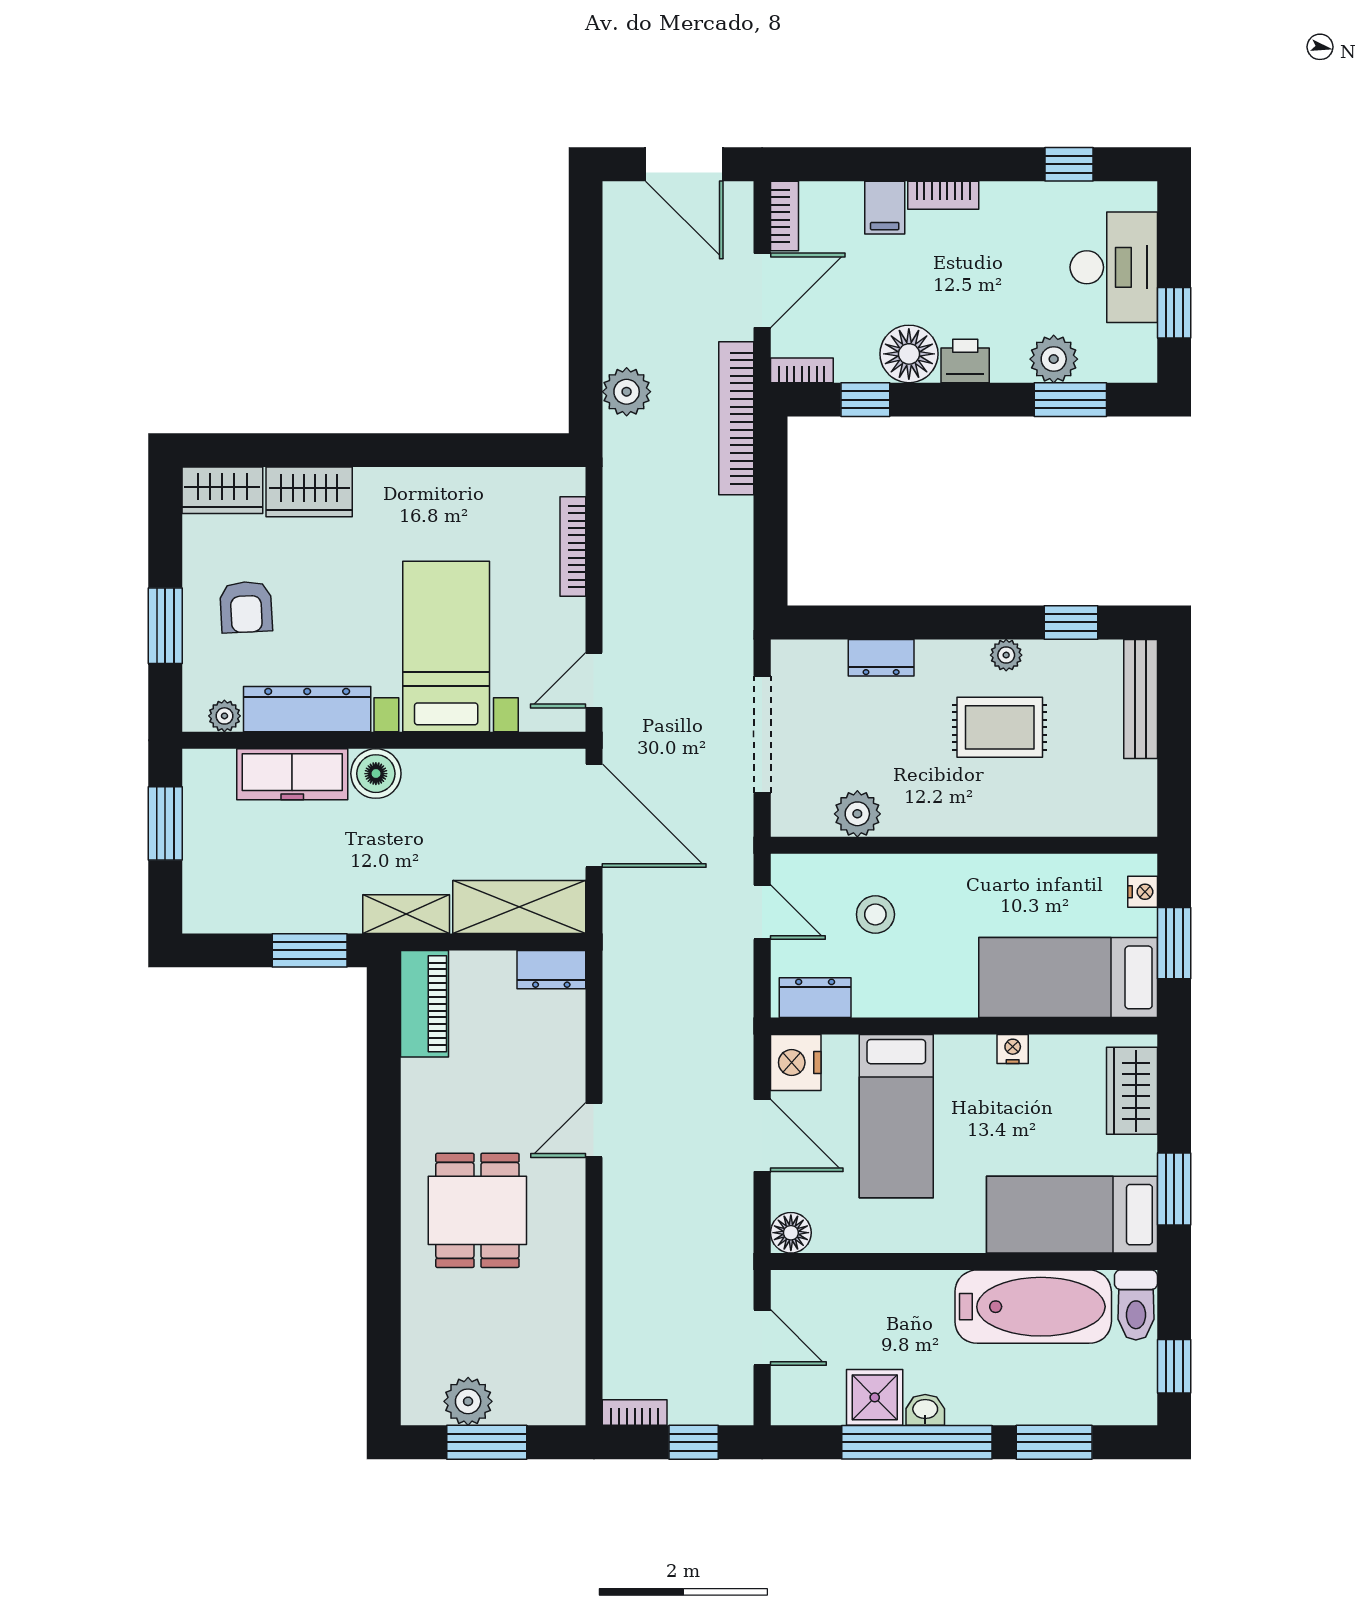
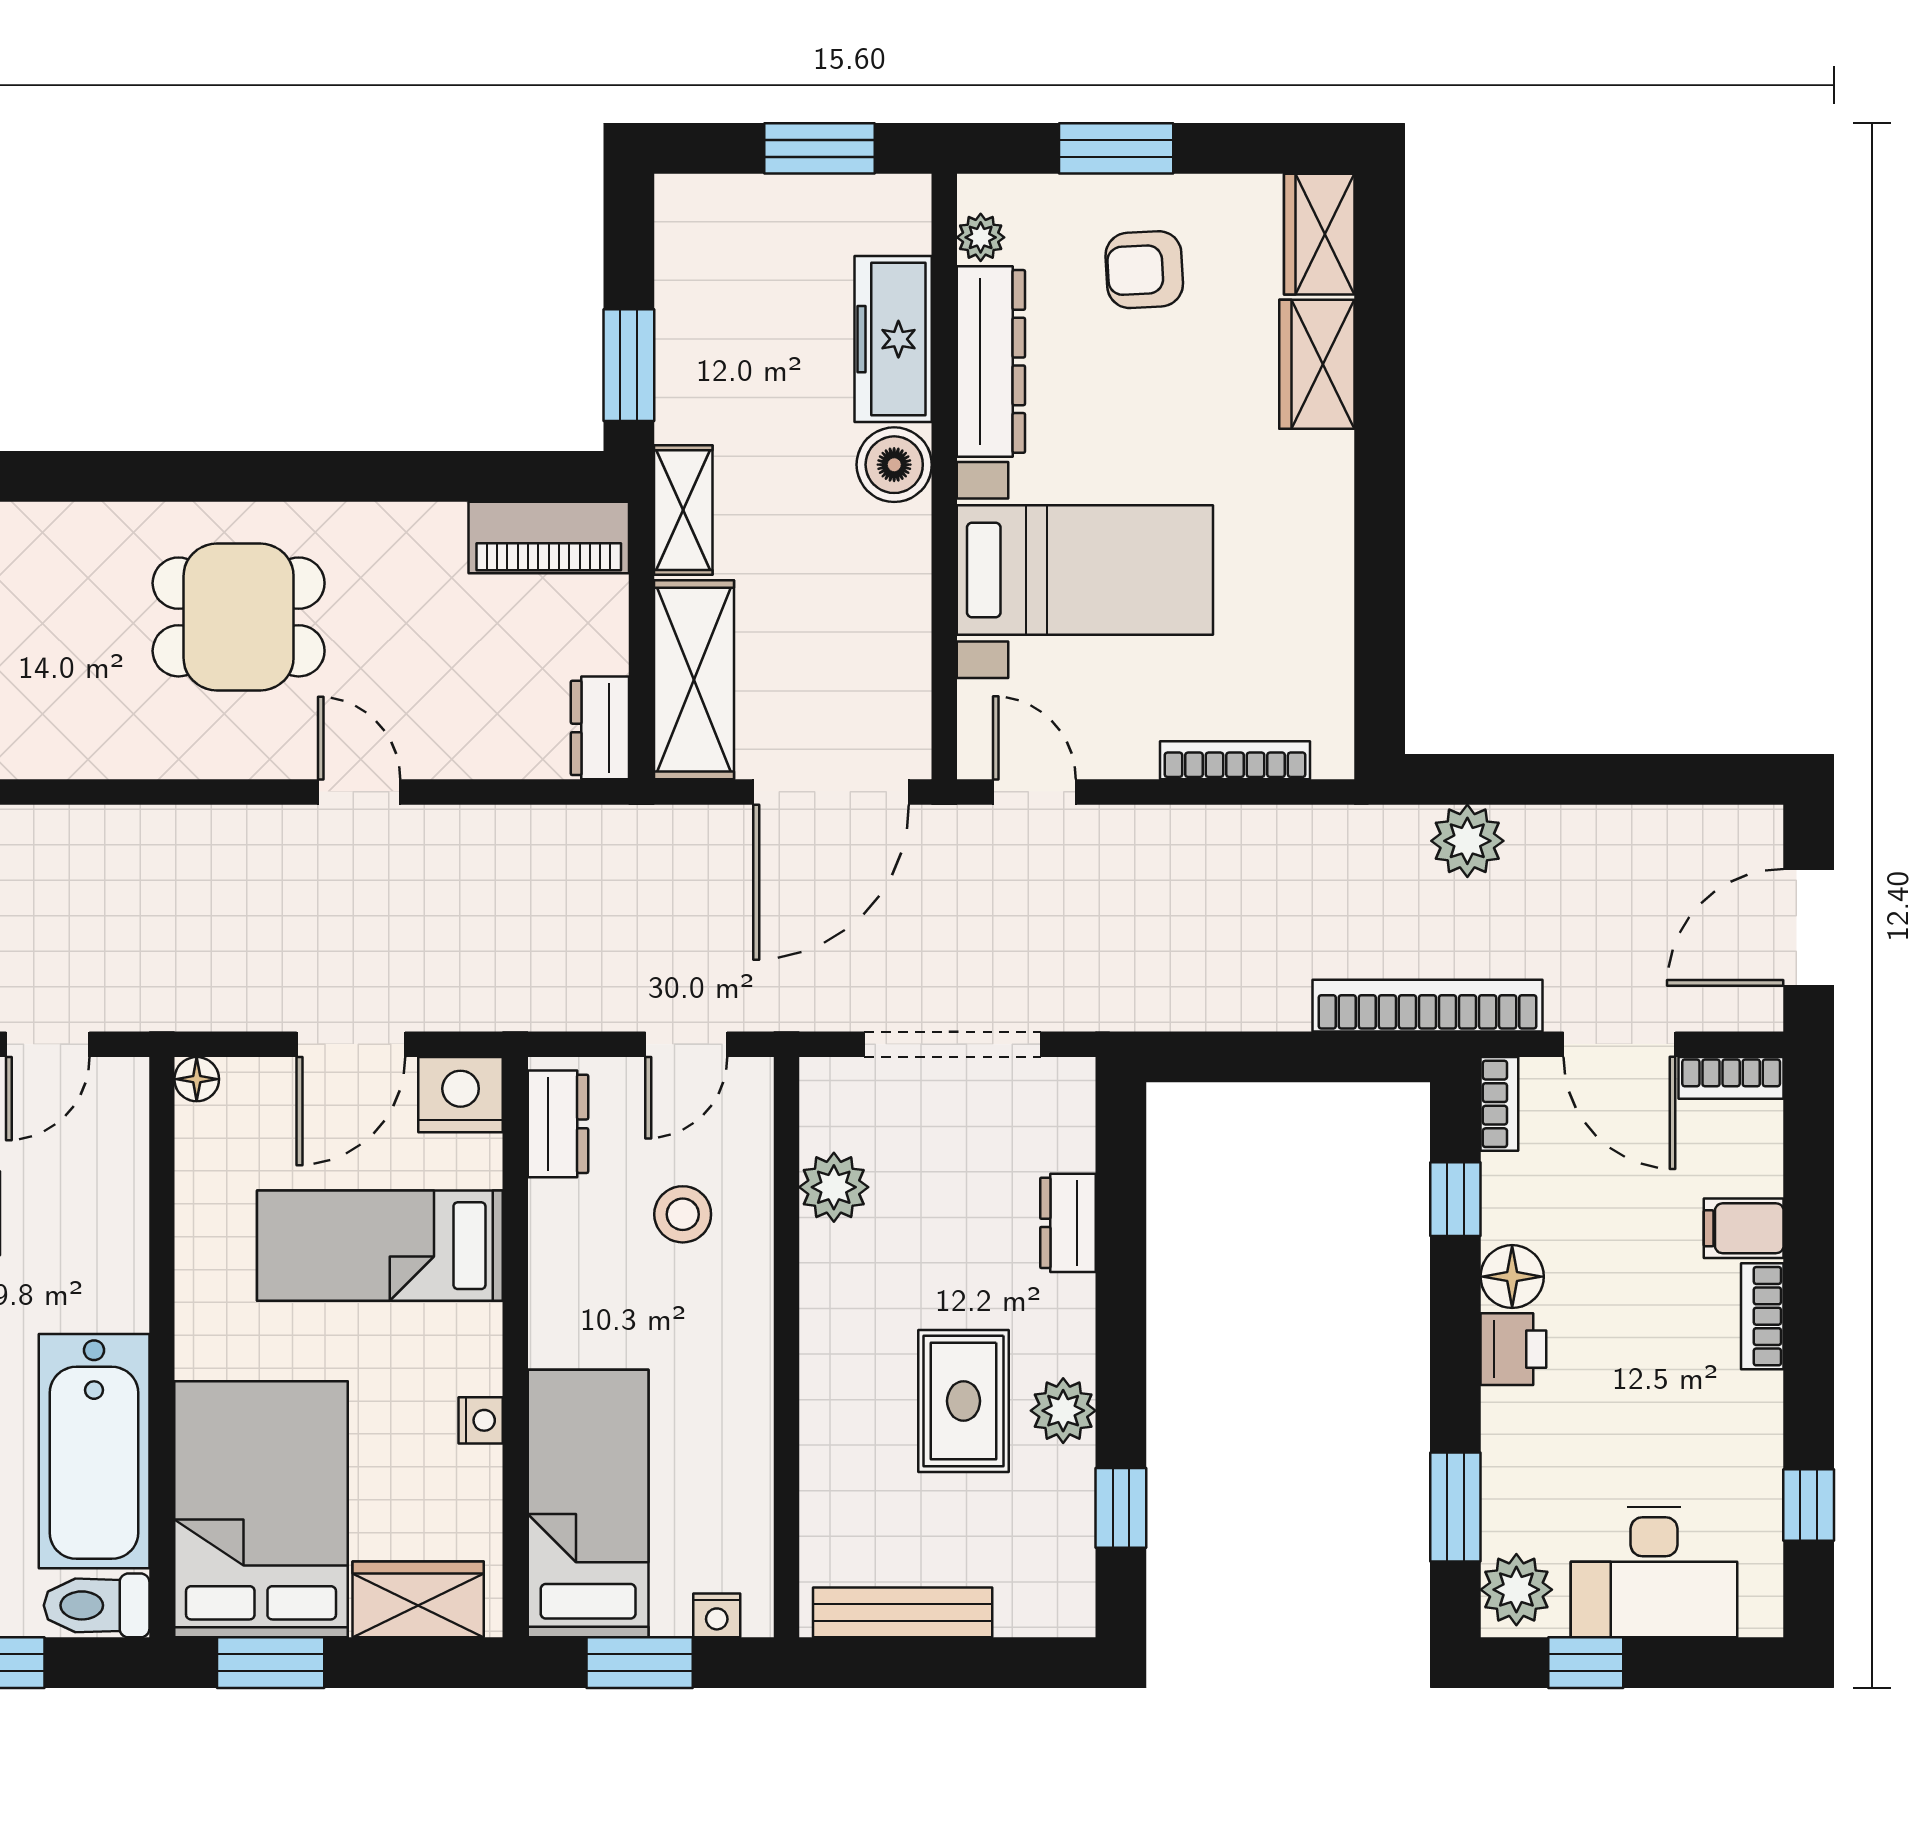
floor lamp: (909, 354) -> (1512, 1277), width x0.73, depth x0.73
plant: (1054, 359) -> (1516, 1590), moved
plant: (1006, 655) -> (1063, 1411), width x1.38, depth x1.38
bench: (1141, 699) -> (903, 1612), moved
bed: (1072, 1215) -> (261, 1509), width x1.50
floor lamp: (791, 1233) -> (197, 1079), width x0.73, depth x0.73

